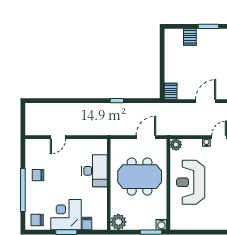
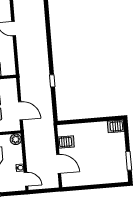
server rack: (190, 37) -> (116, 126), moved
server rack: (171, 91) -> (66, 142), moved

